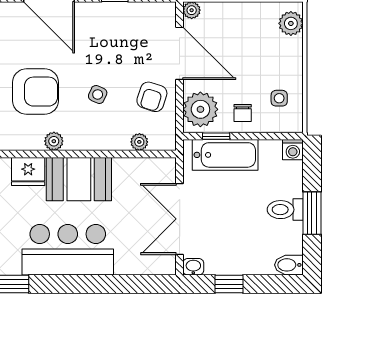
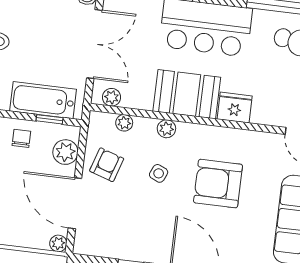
plant: (200, 109) -> (65, 152), width x0.73, depth x0.73
plant: (54, 141) -> (166, 129), moved
plant: (155, 167) -> (112, 97), added

